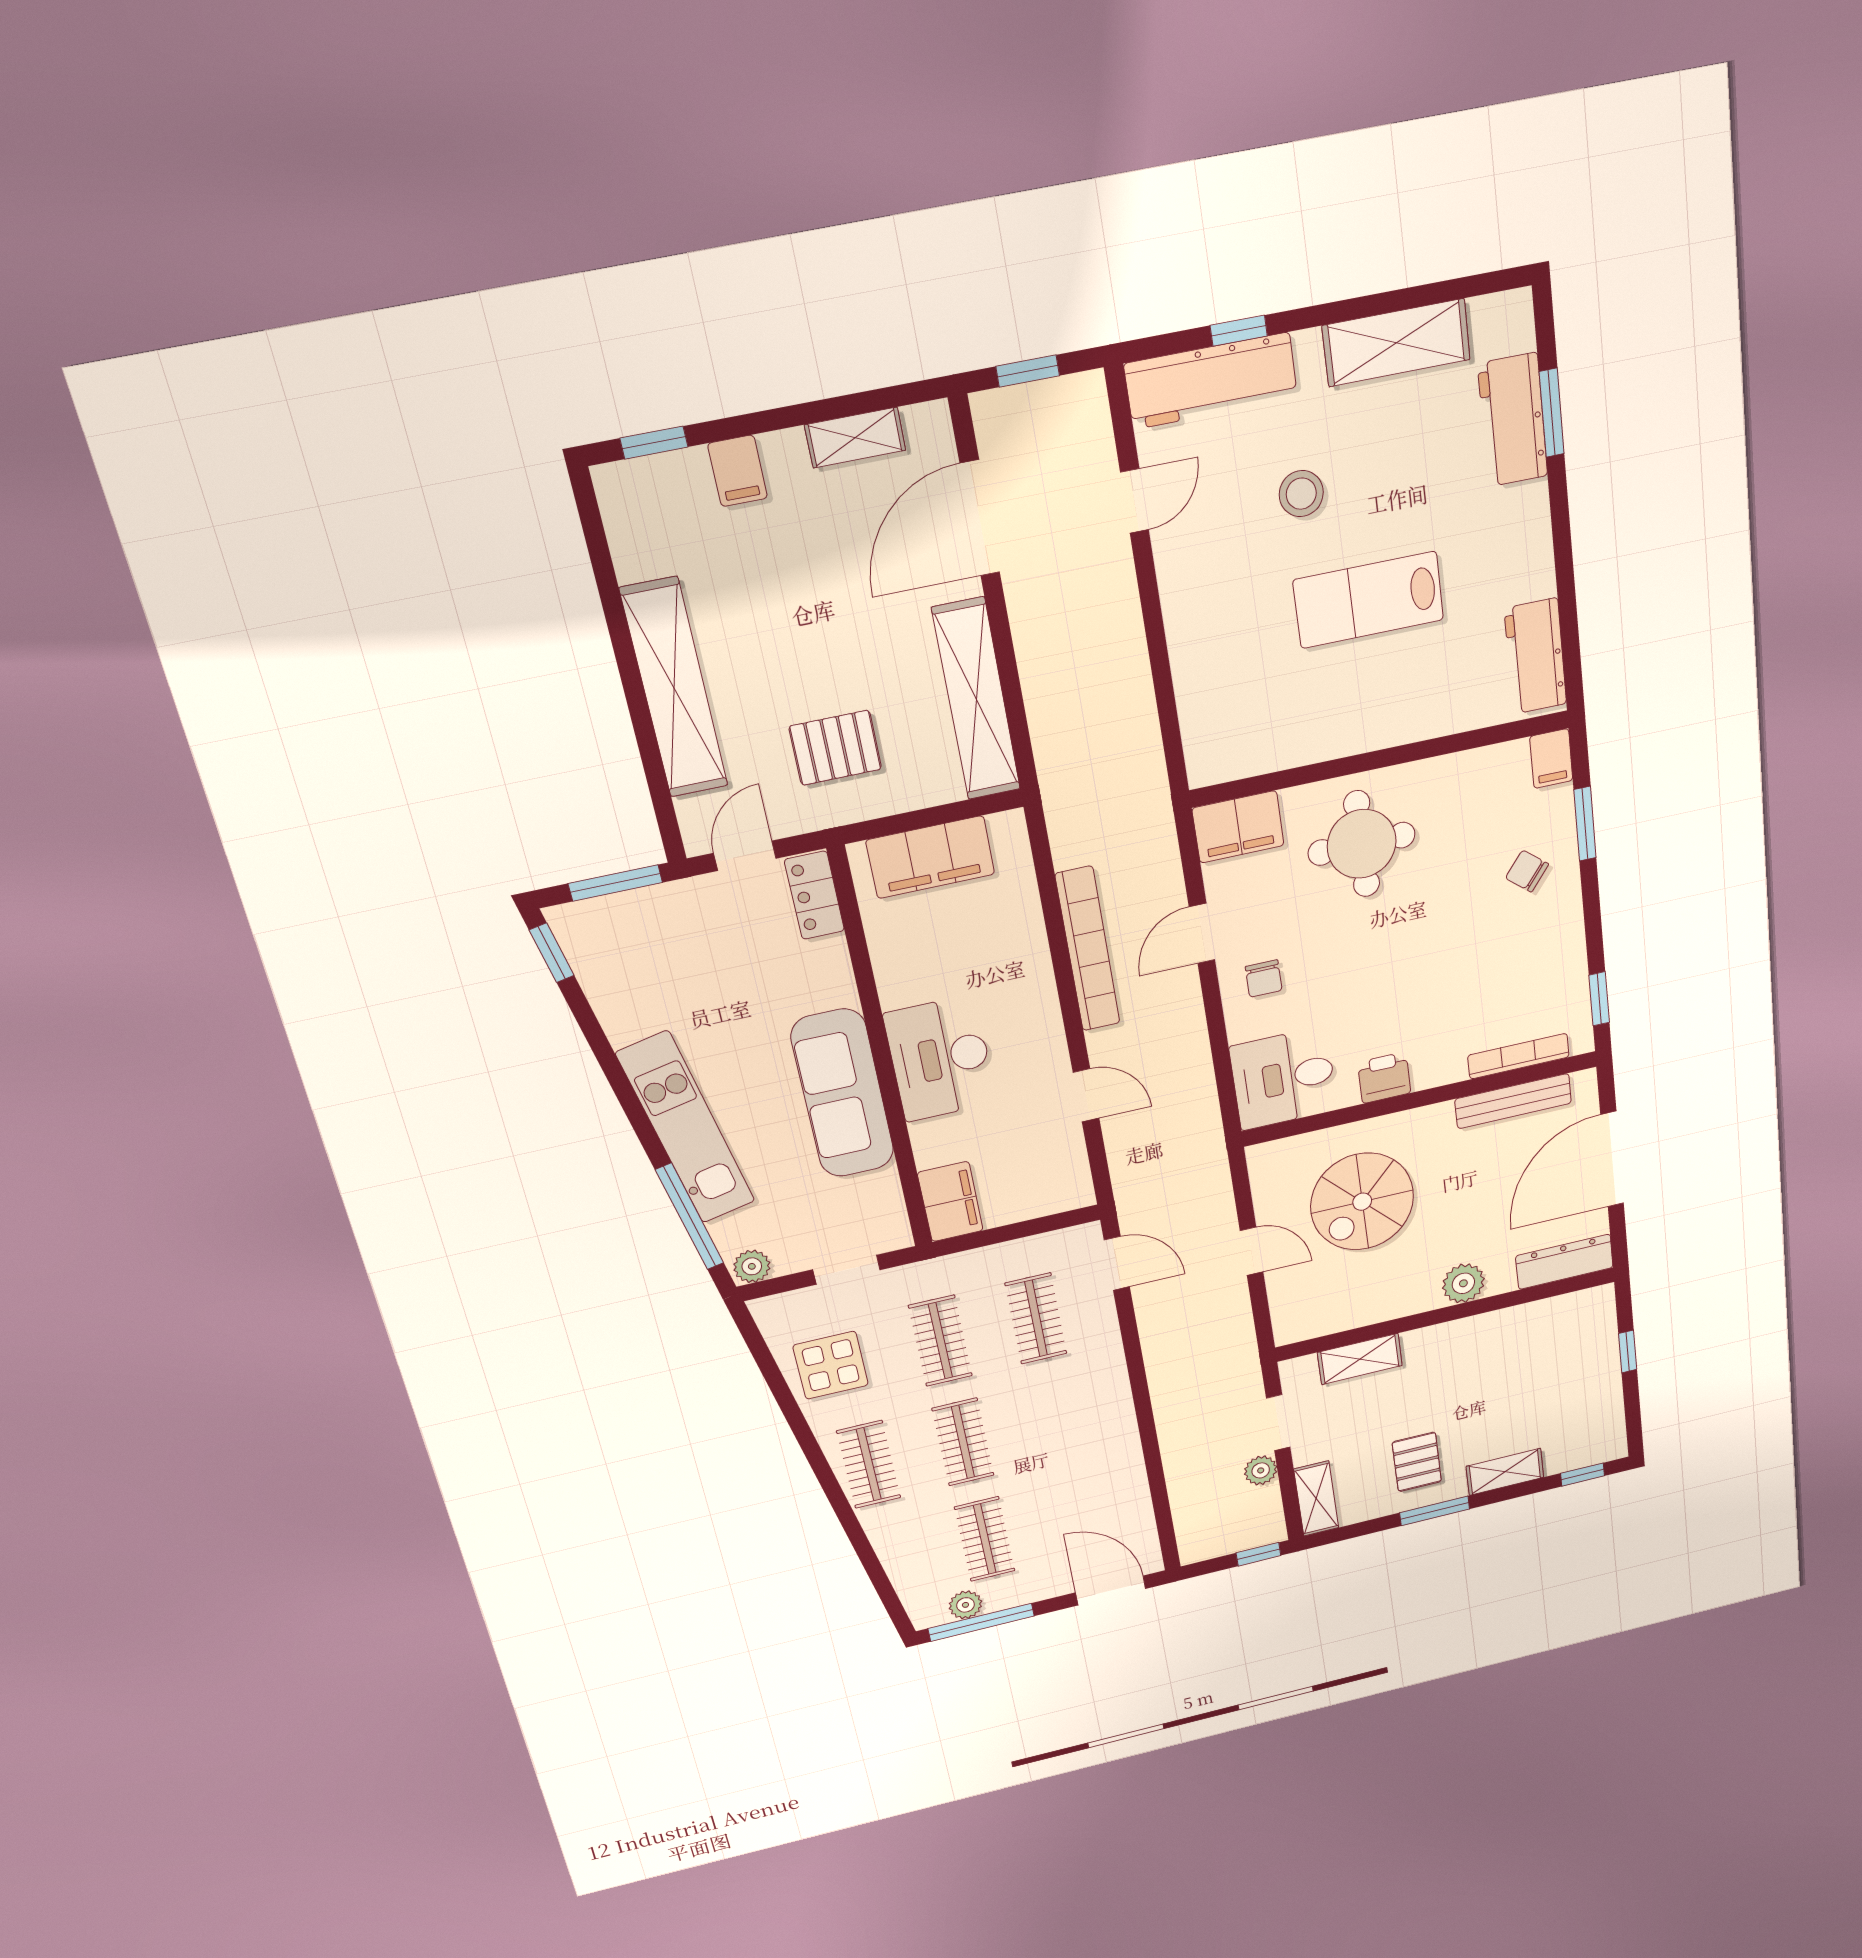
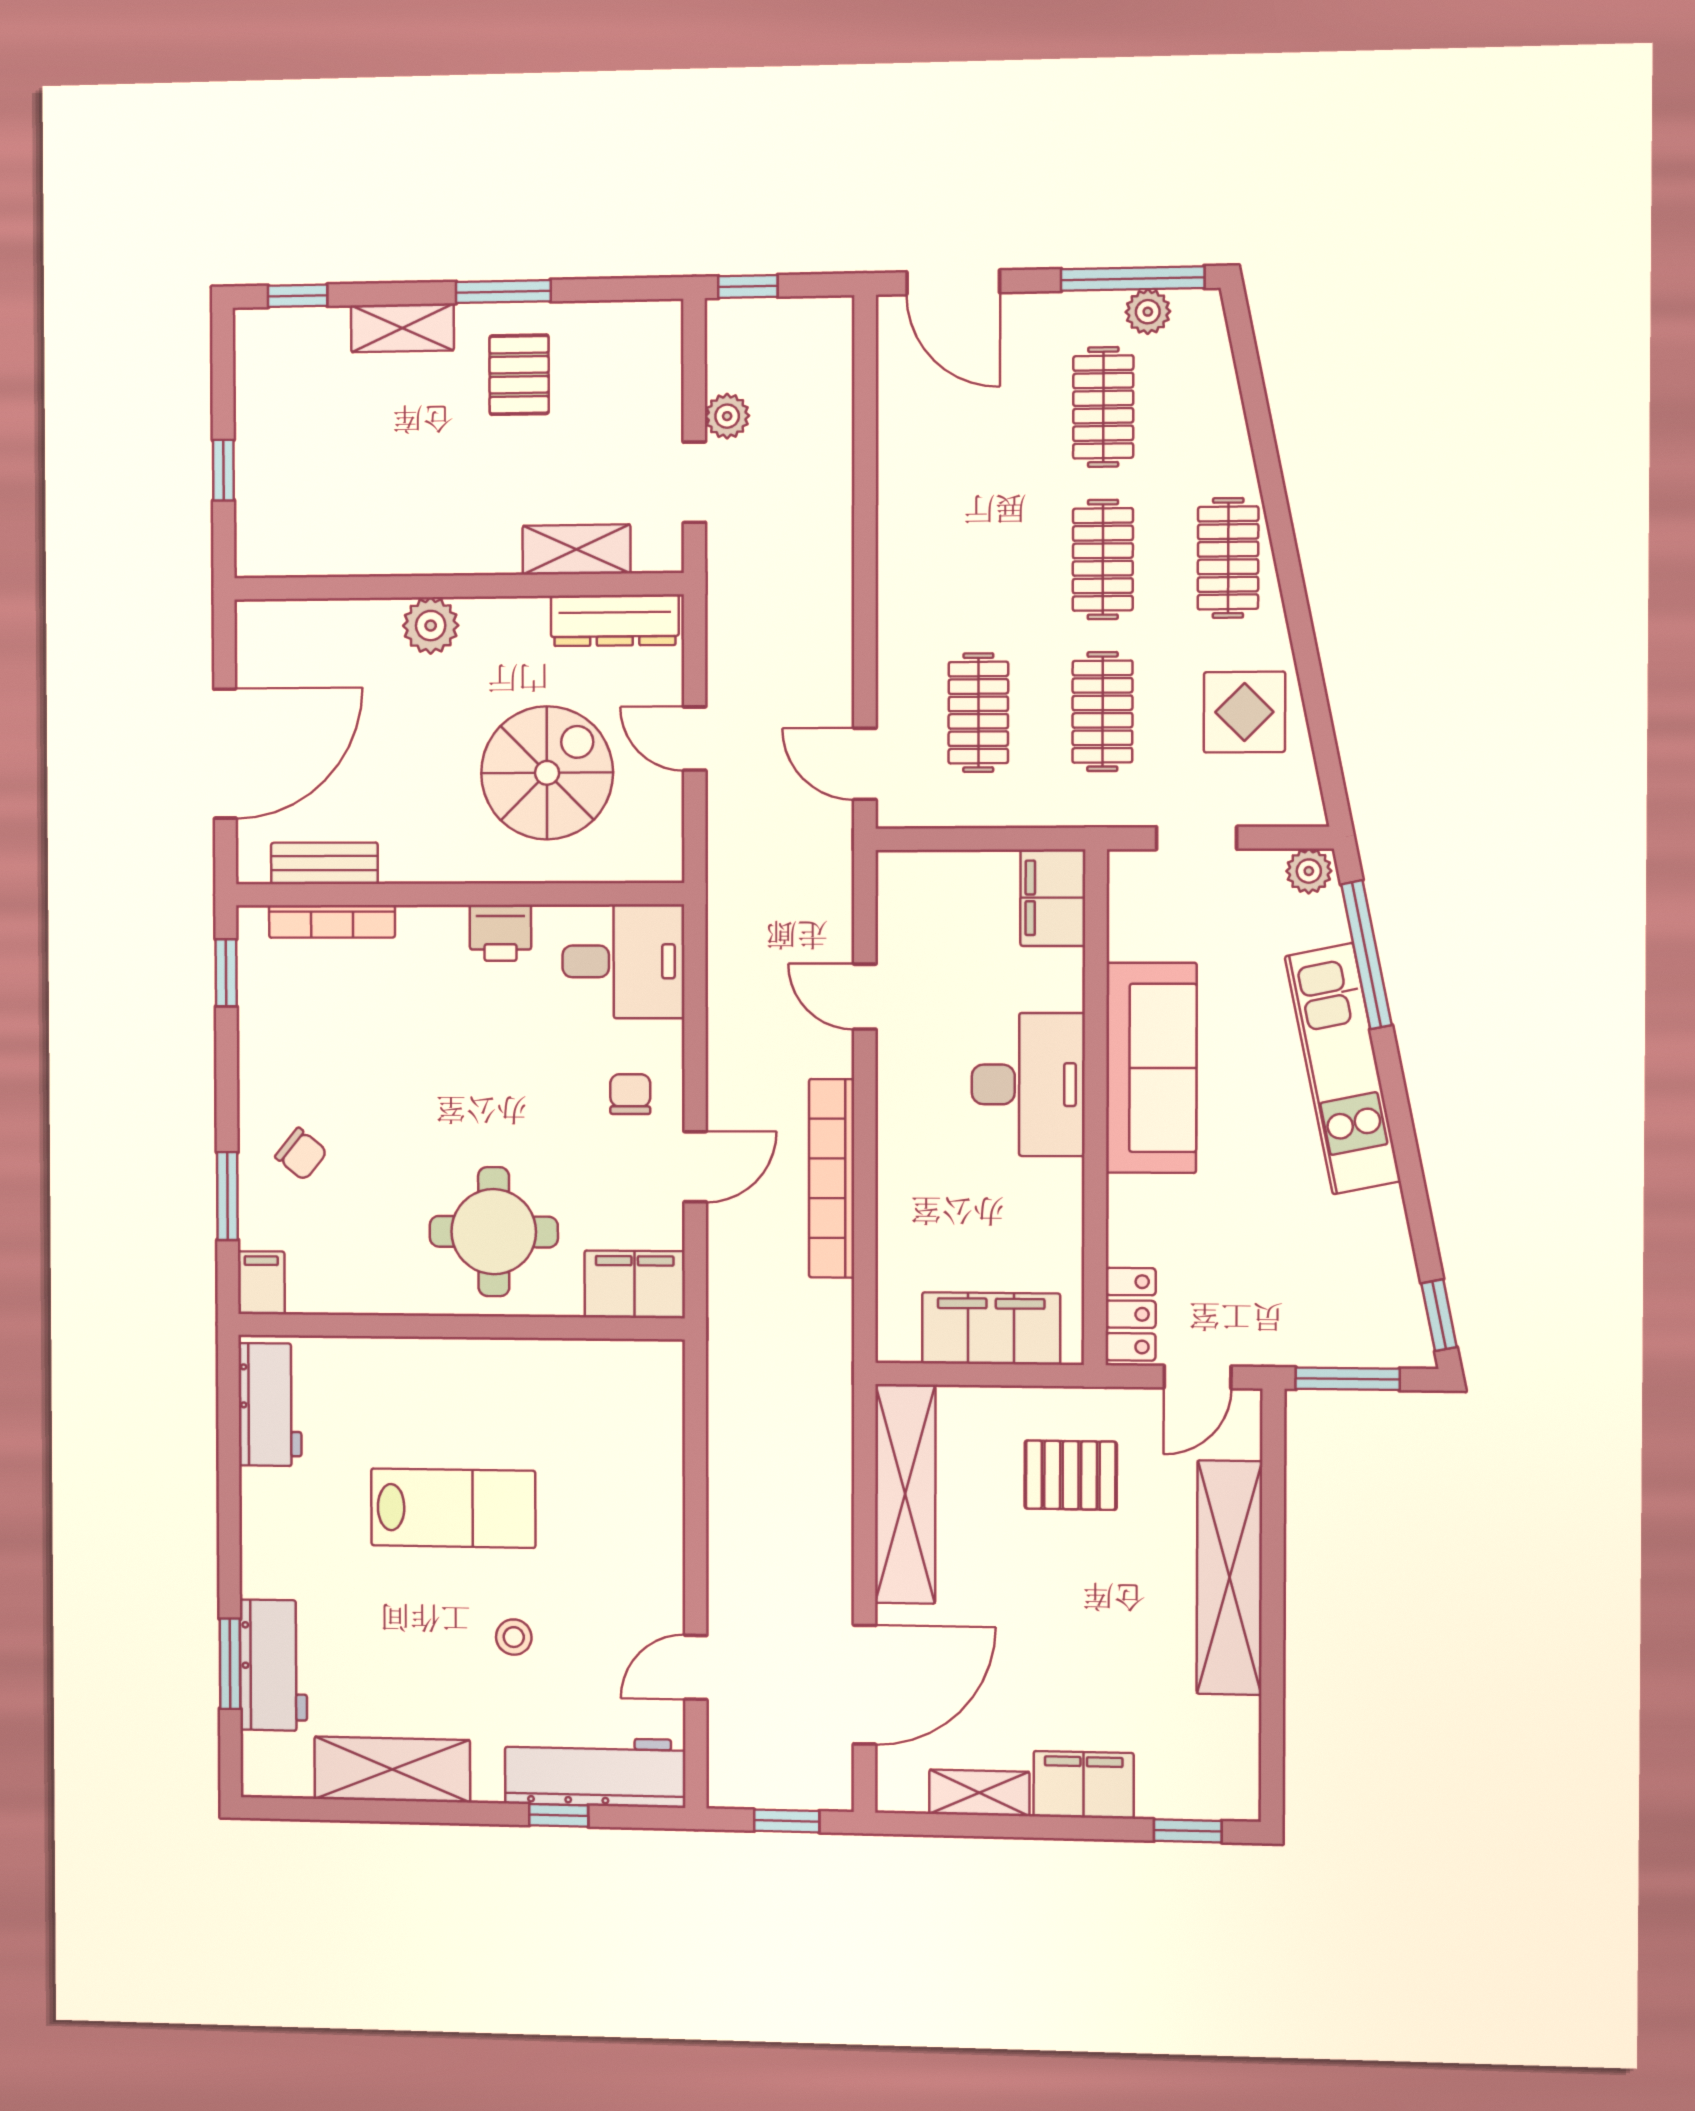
filing cabinet: (738, 471) -> (1084, 1785), width x2.00
stool: (1301, 494) -> (514, 1637), width x0.73, depth x0.73
bench: (1513, 1101) -> (324, 863), width x0.73
dresser: (1564, 1262) -> (615, 620), moved
shelving: (1316, 1499) -> (660, 353), removed

